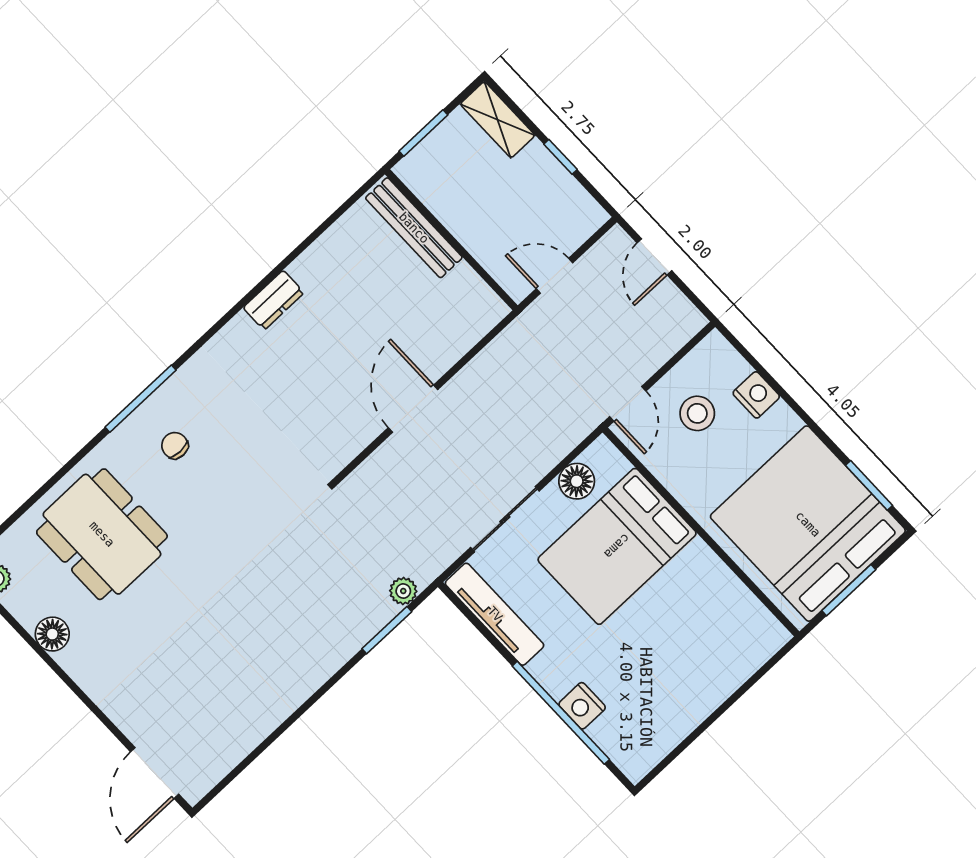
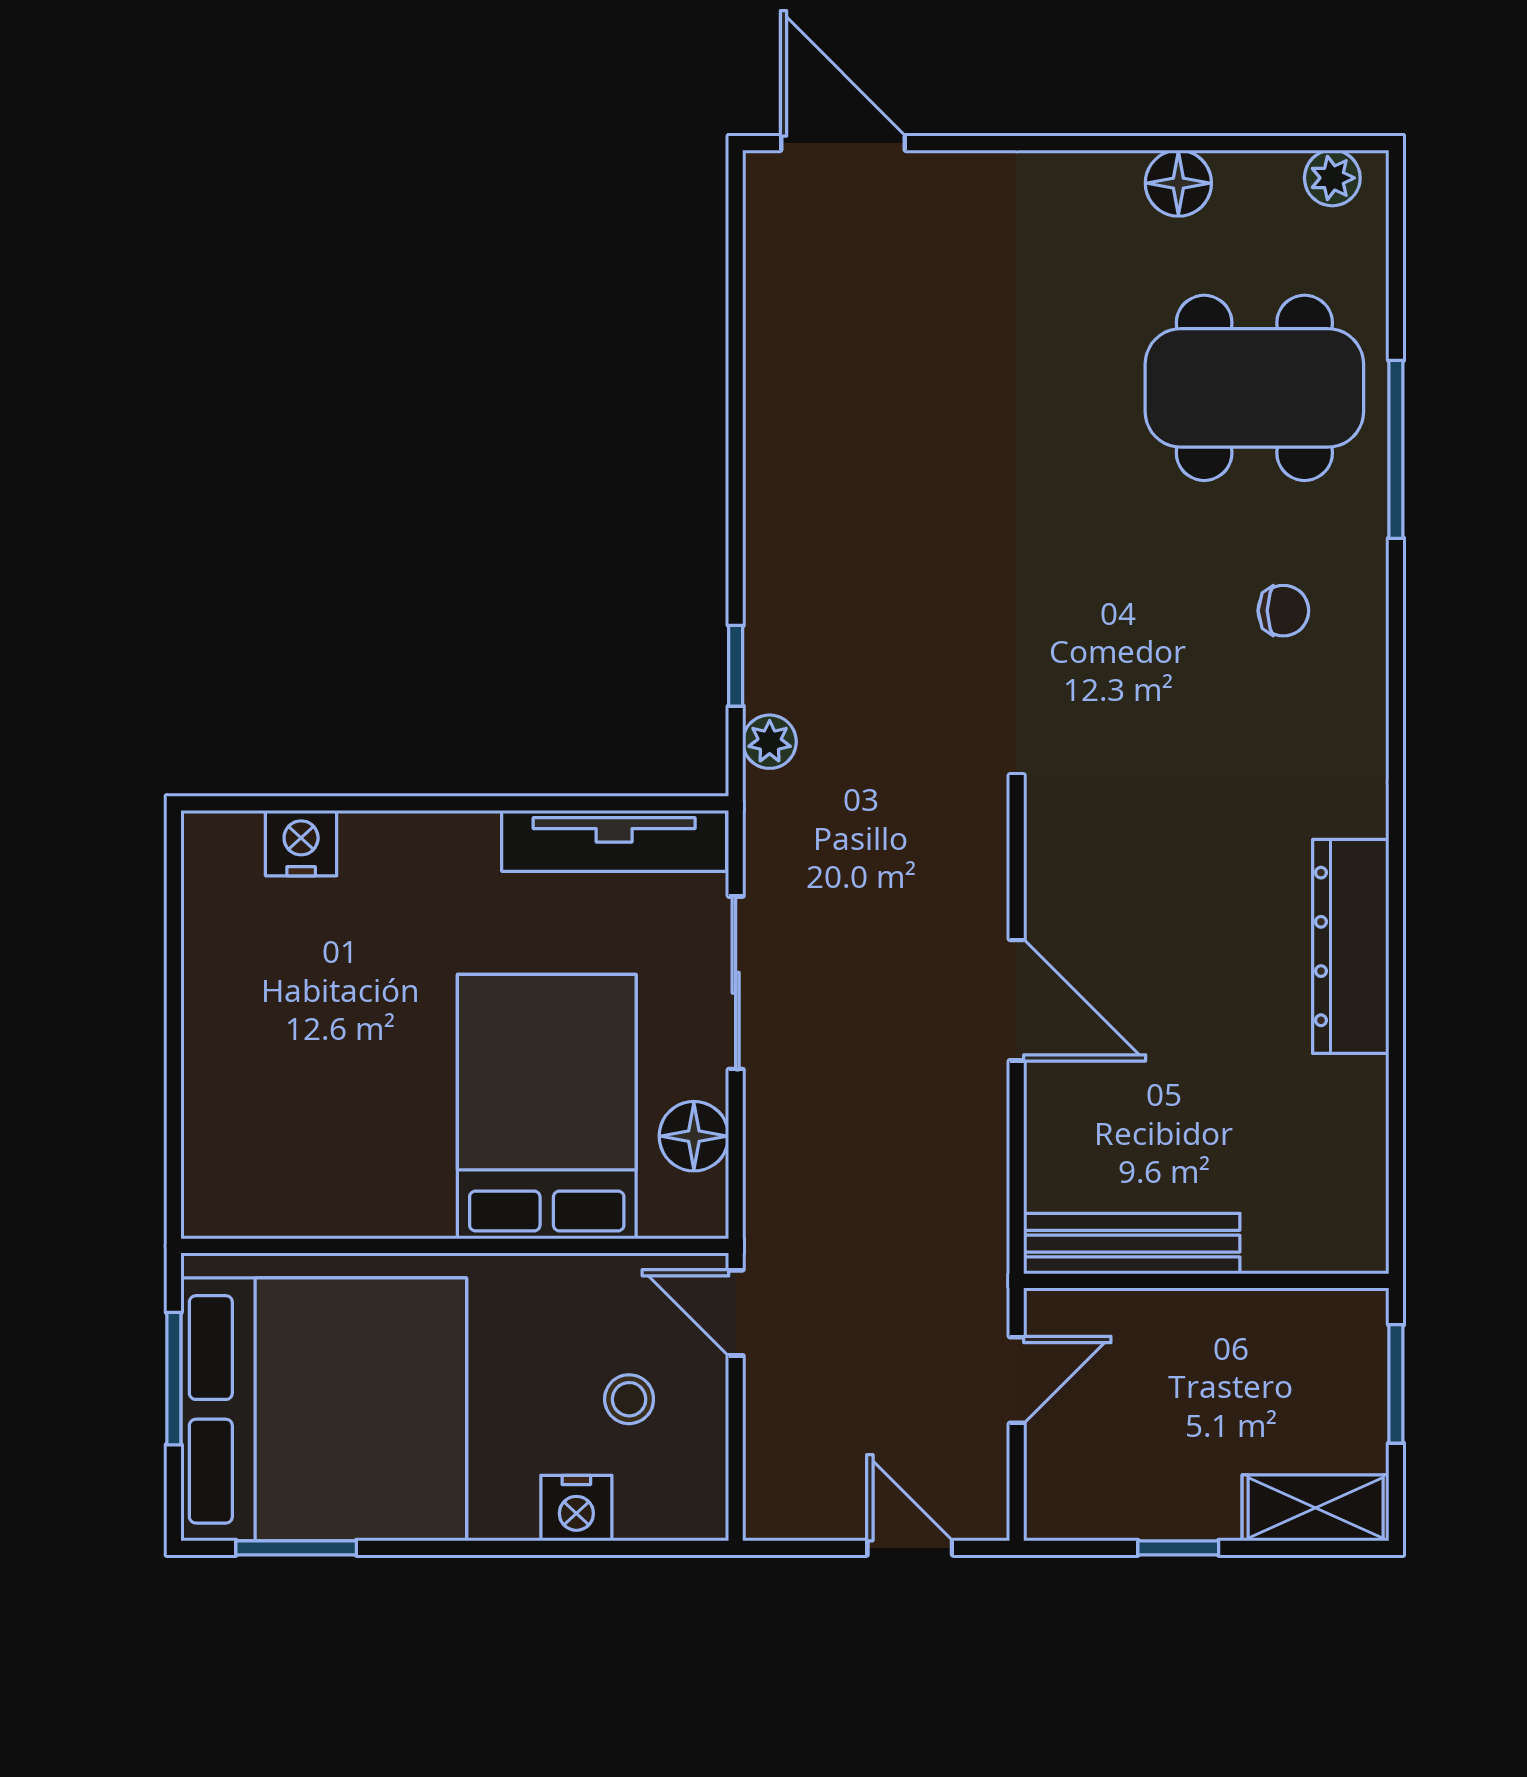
bench: (414, 228) -> (1132, 1244), moved
dresser: (274, 300) -> (1351, 946), width x1.96, depth x1.24
window: (141, 399) -> (1396, 449), moved
stool: (697, 413) -> (629, 1399), width x0.73, depth x0.73
window: (387, 630) -> (736, 666), width x0.67
nightstand: (582, 706) -> (301, 843), moved
window: (561, 713) -> (385, 803), removed

